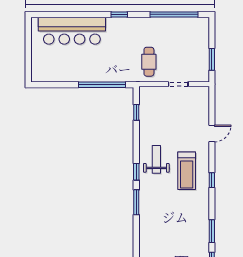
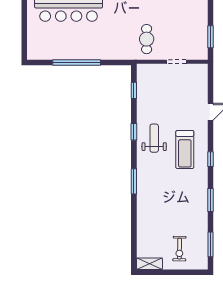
window: (102, 85) -> (77, 62), moved
window: (136, 172) -> (134, 132), moved
window: (212, 231) -> (210, 200), moved

